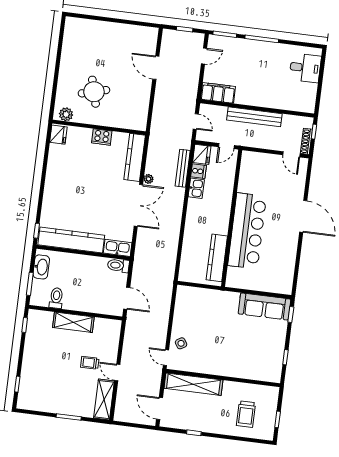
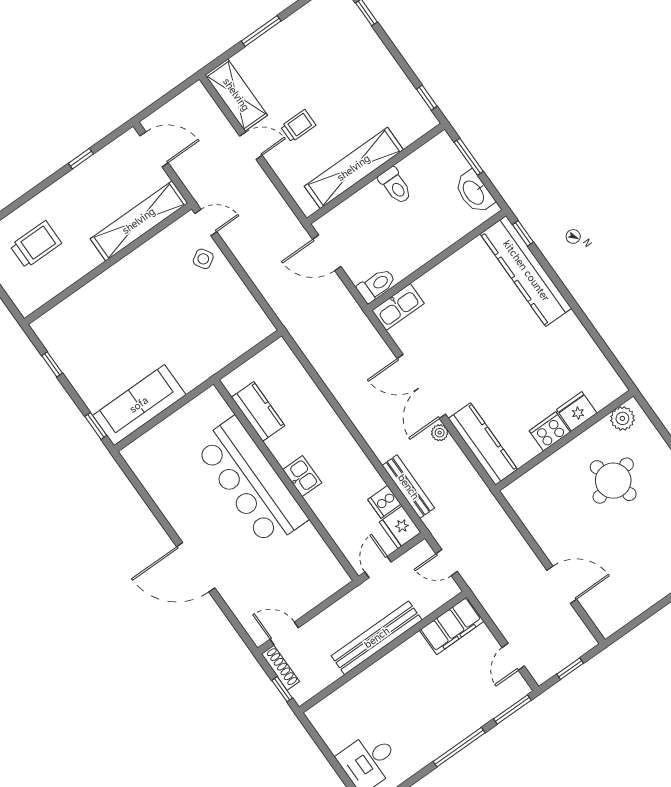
fridge: (58, 135) -> (577, 411), moved, turned 90
kitchen sink: (196, 188) -> (302, 476), moved, turned 180
kitchen counter: (71, 240) -> (526, 271), moved, turned 90
kitchen counter: (217, 258) -> (258, 411), width x0.67
toilet: (56, 298) -> (395, 186), moved
shelving: (73, 322) -> (354, 168), width x1.47
trolley: (246, 414) -> (36, 244), turned 90

